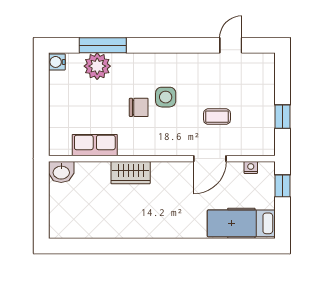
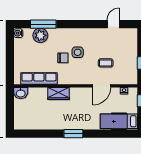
row of seats: (95, 145) -> (39, 78), width x1.48
window: (158, 246) -> (73, 134), added

